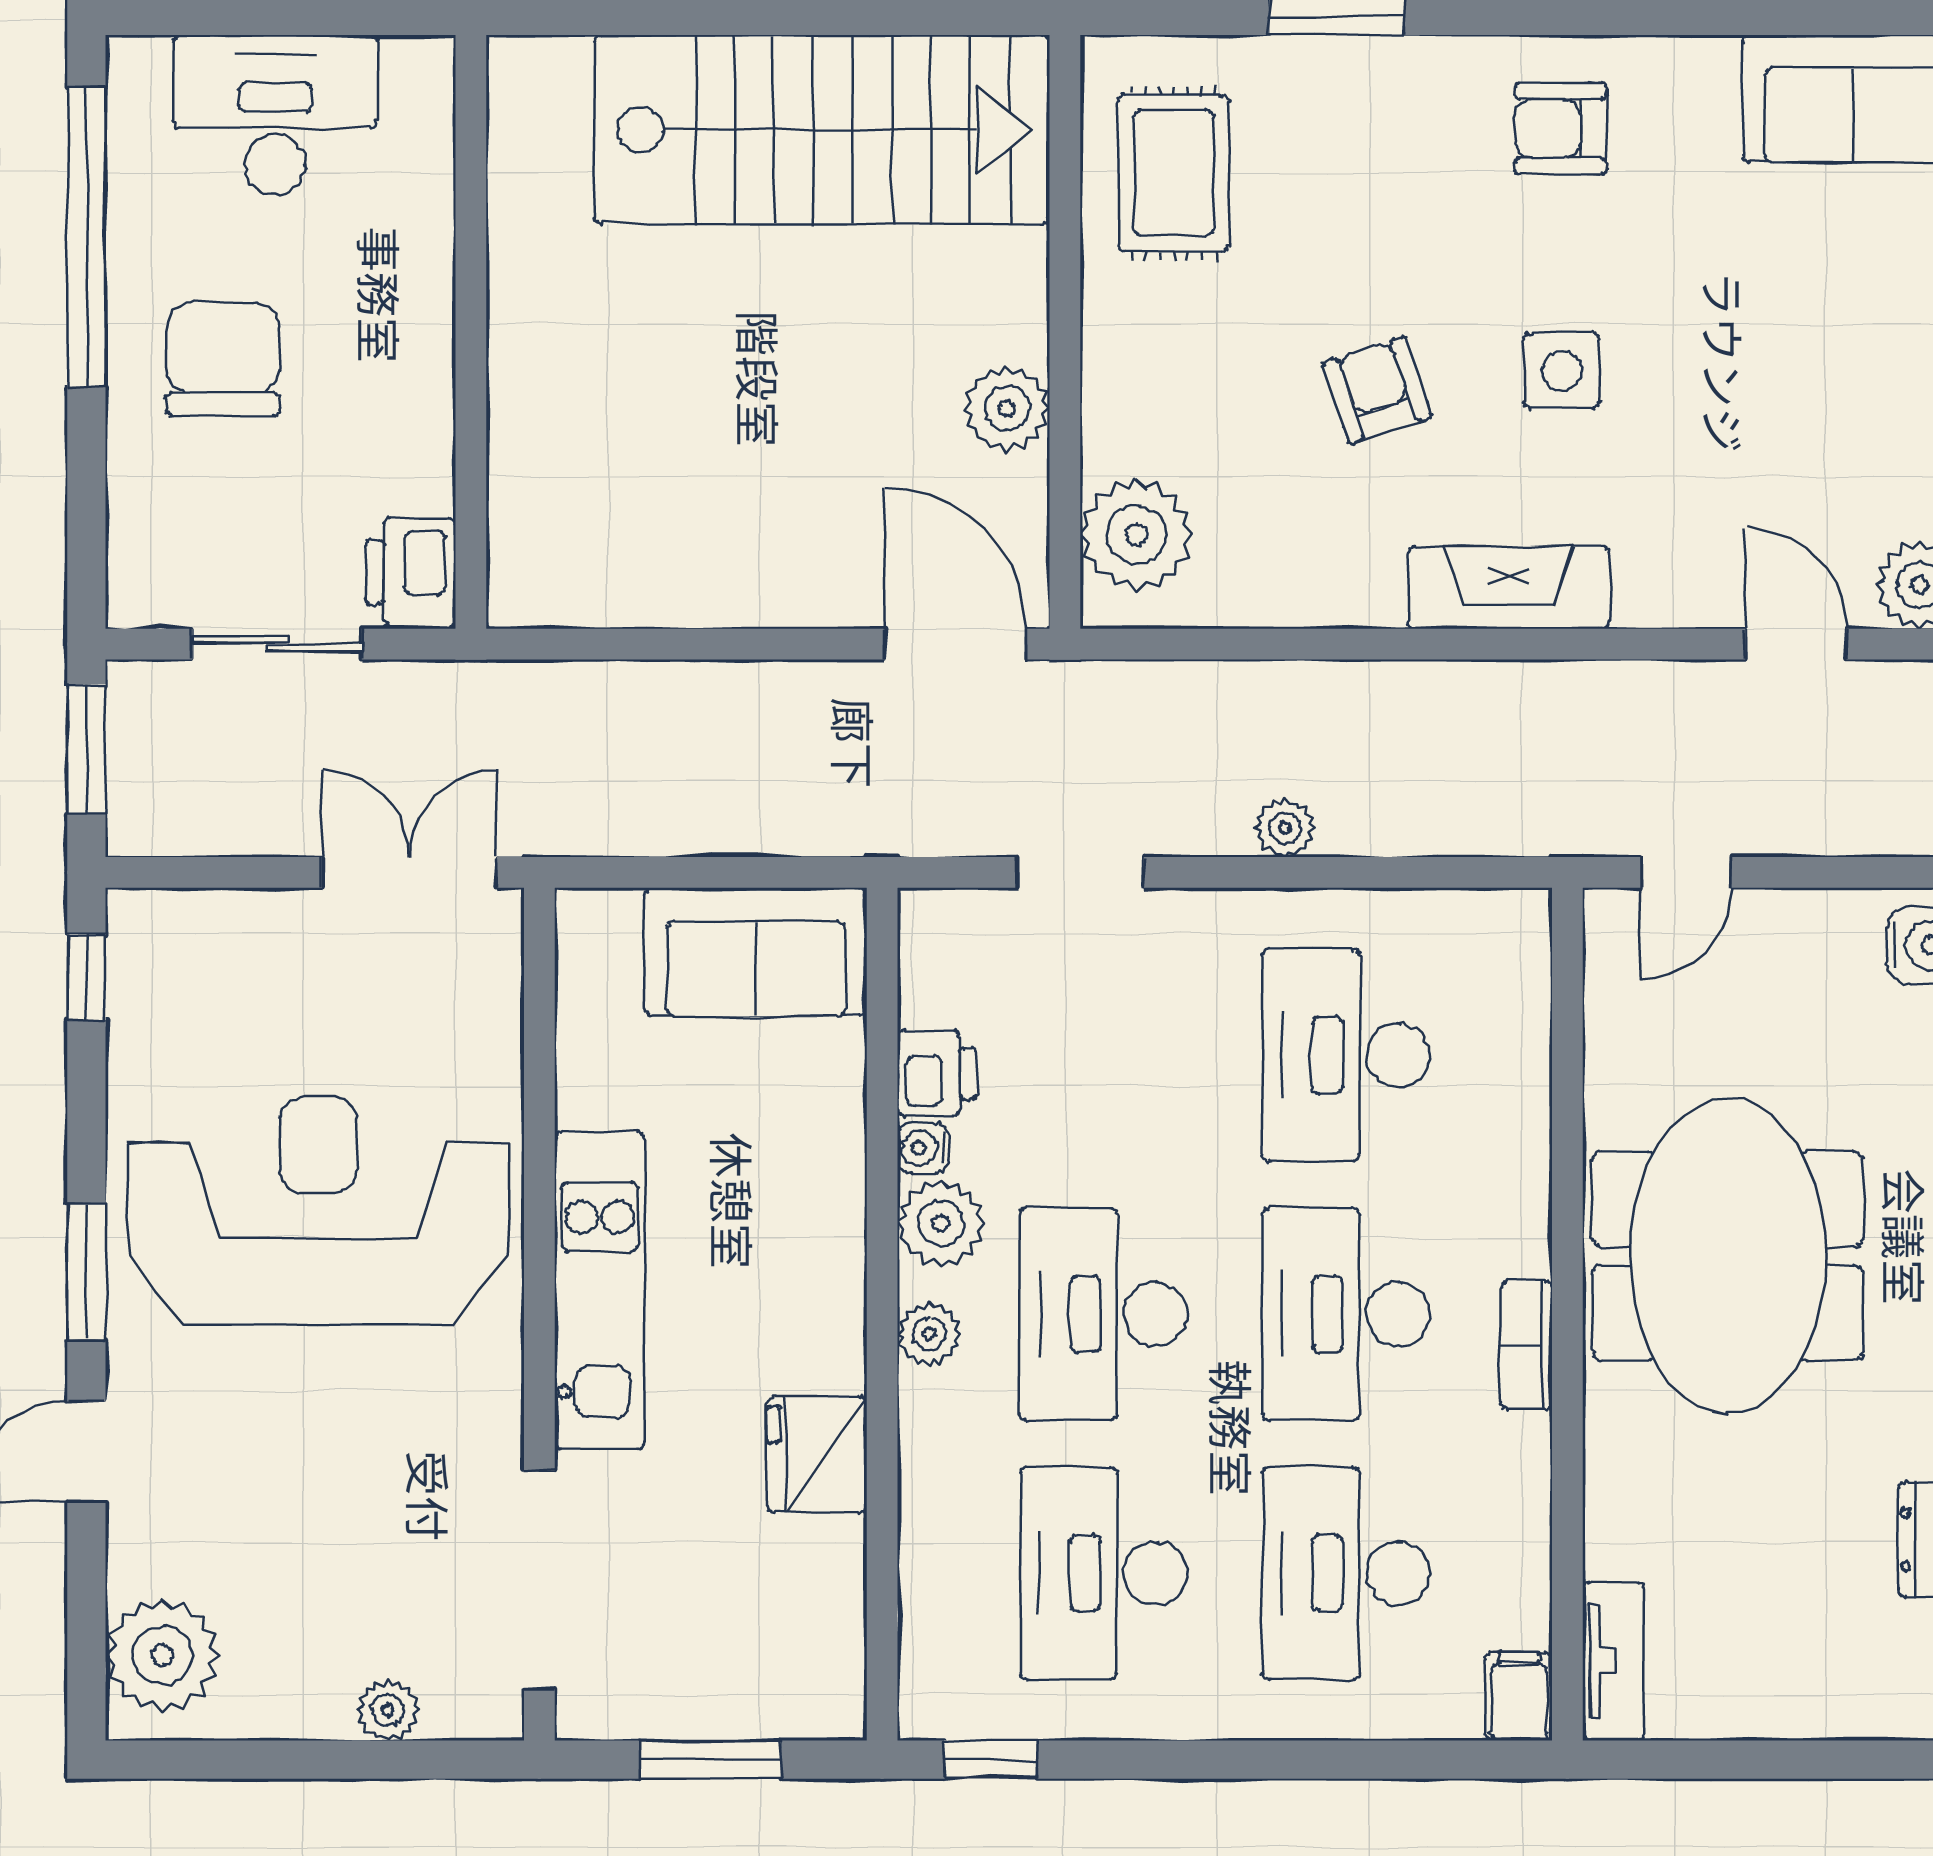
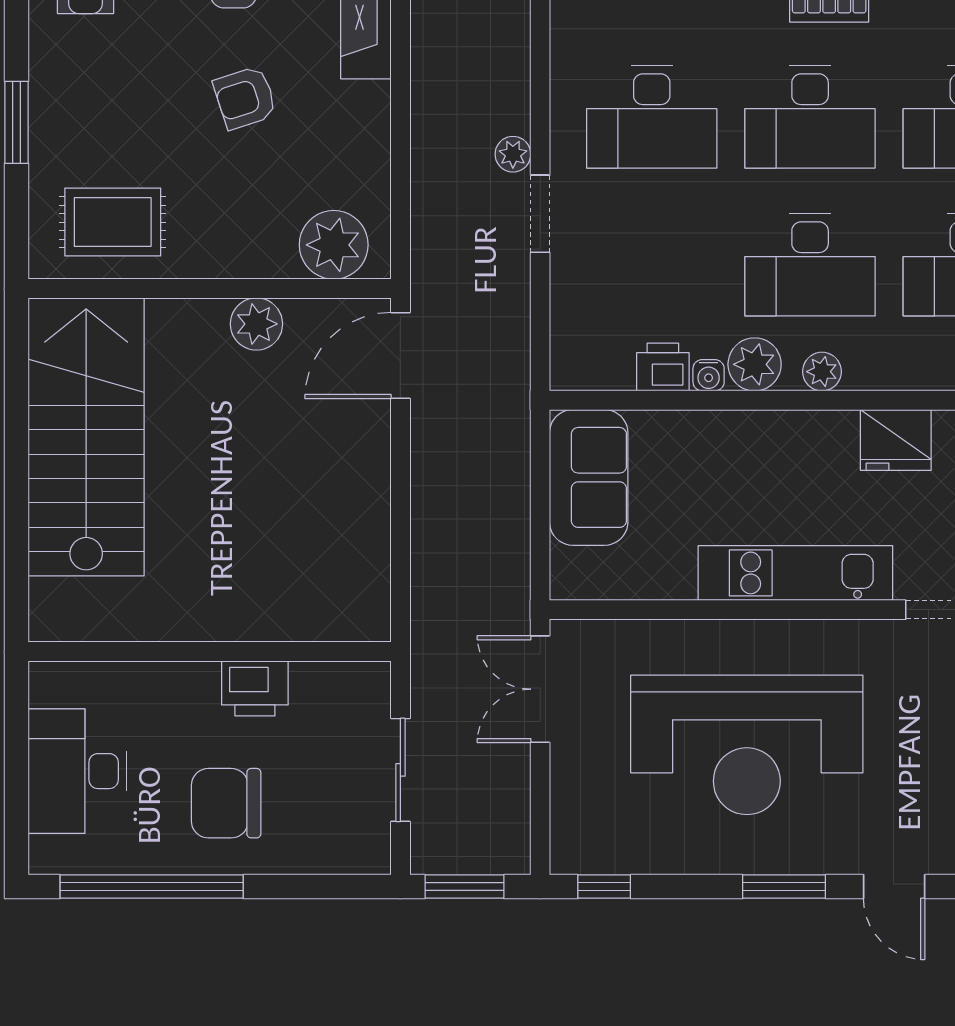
printer: (411, 572) -> (255, 688), moved
doorway: (1080, 872) -> (540, 214), moved
reception desk: (318, 1211) -> (747, 745), turned -90

